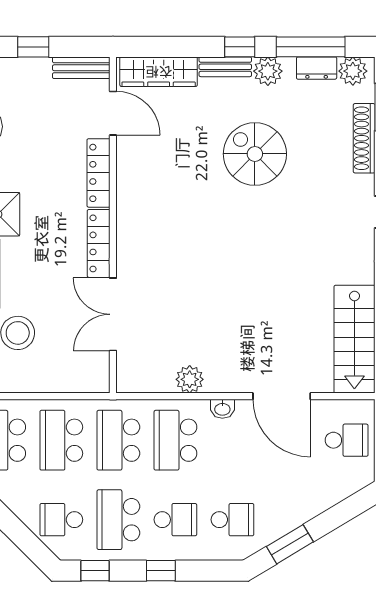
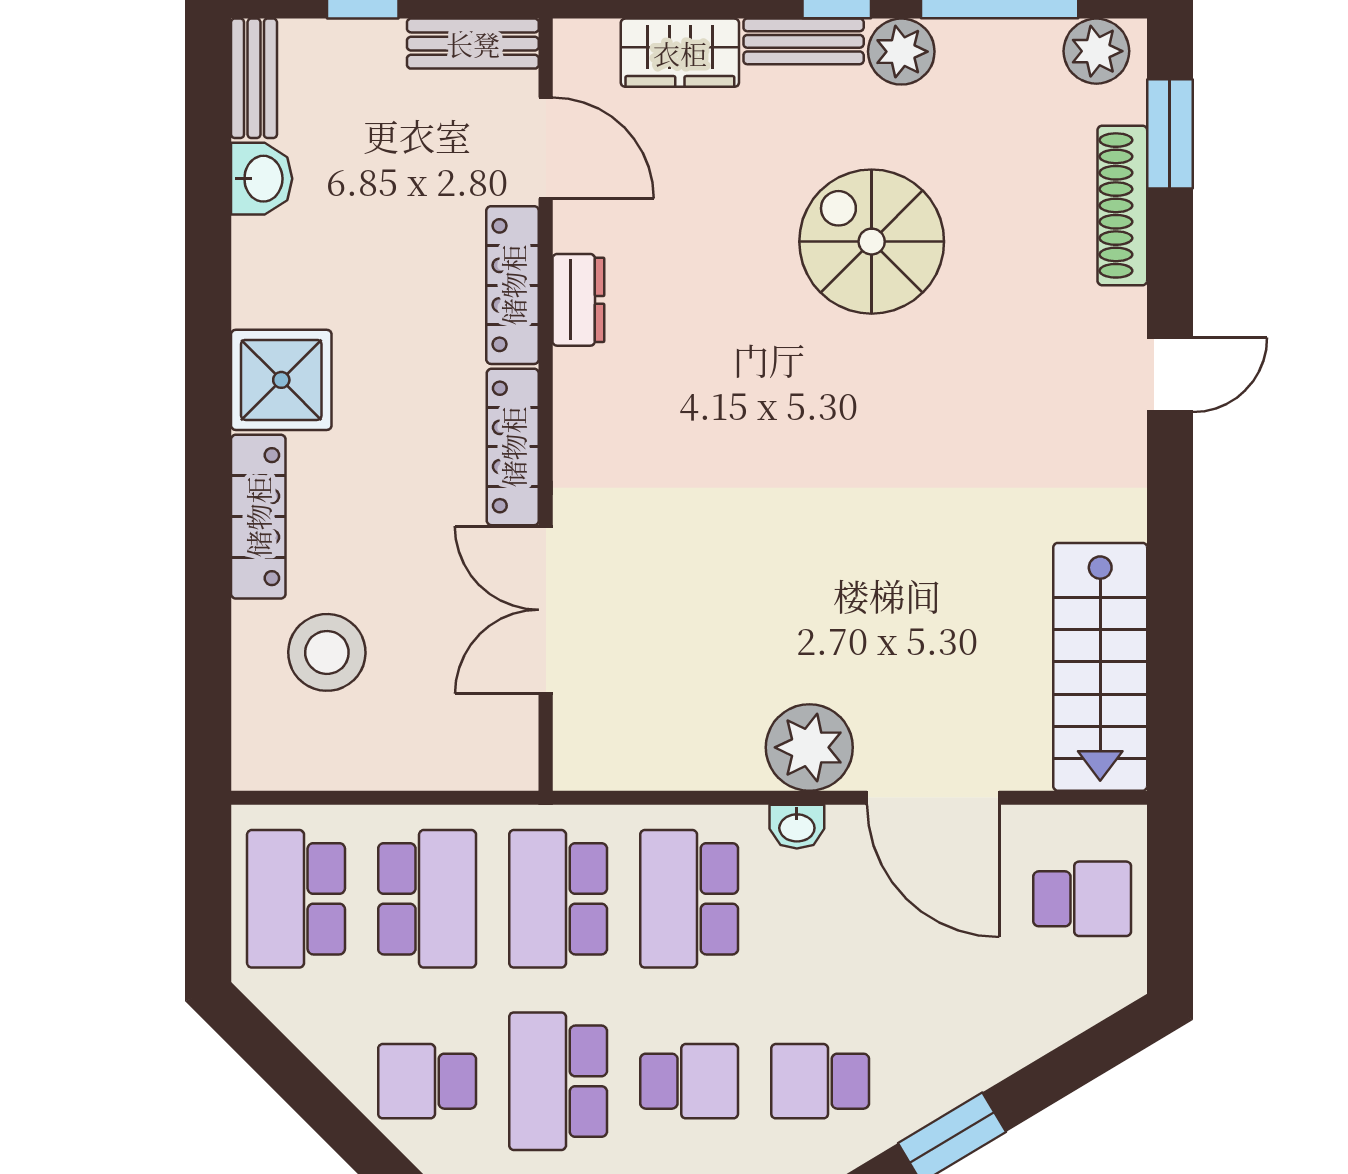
dresser: (317, 68) -> (578, 300), moved, turned -90
wardrobe: (159, 72) -> (680, 53), width x0.67
plant: (190, 379) -> (809, 747), moved, width x1.36, depth x1.36
school desk: (61, 440) -> (427, 899), turned 180
school desk: (232, 520) -> (820, 1081), turned 180

